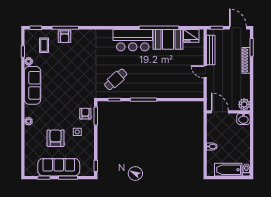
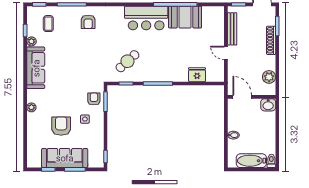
fridge: (191, 36) -> (197, 75), moved, turned 180
armchair: (65, 37) -> (88, 22), moved
plant: (244, 104) -> (269, 77), moved

